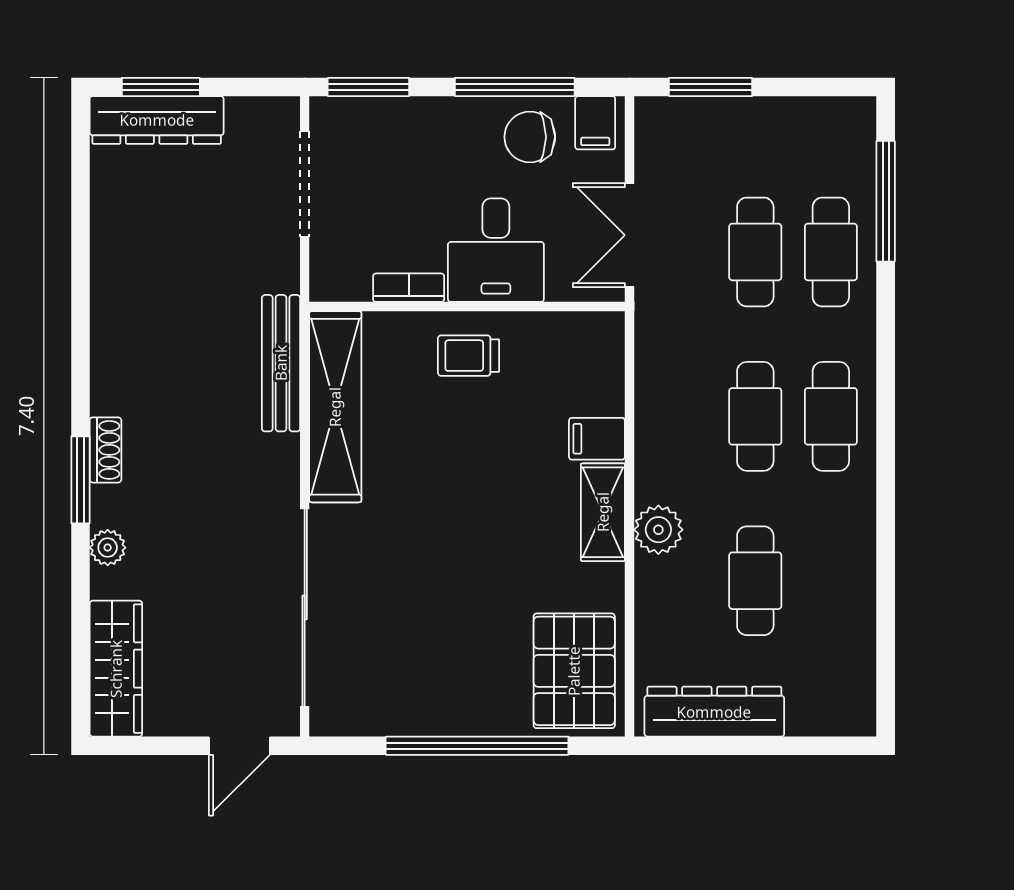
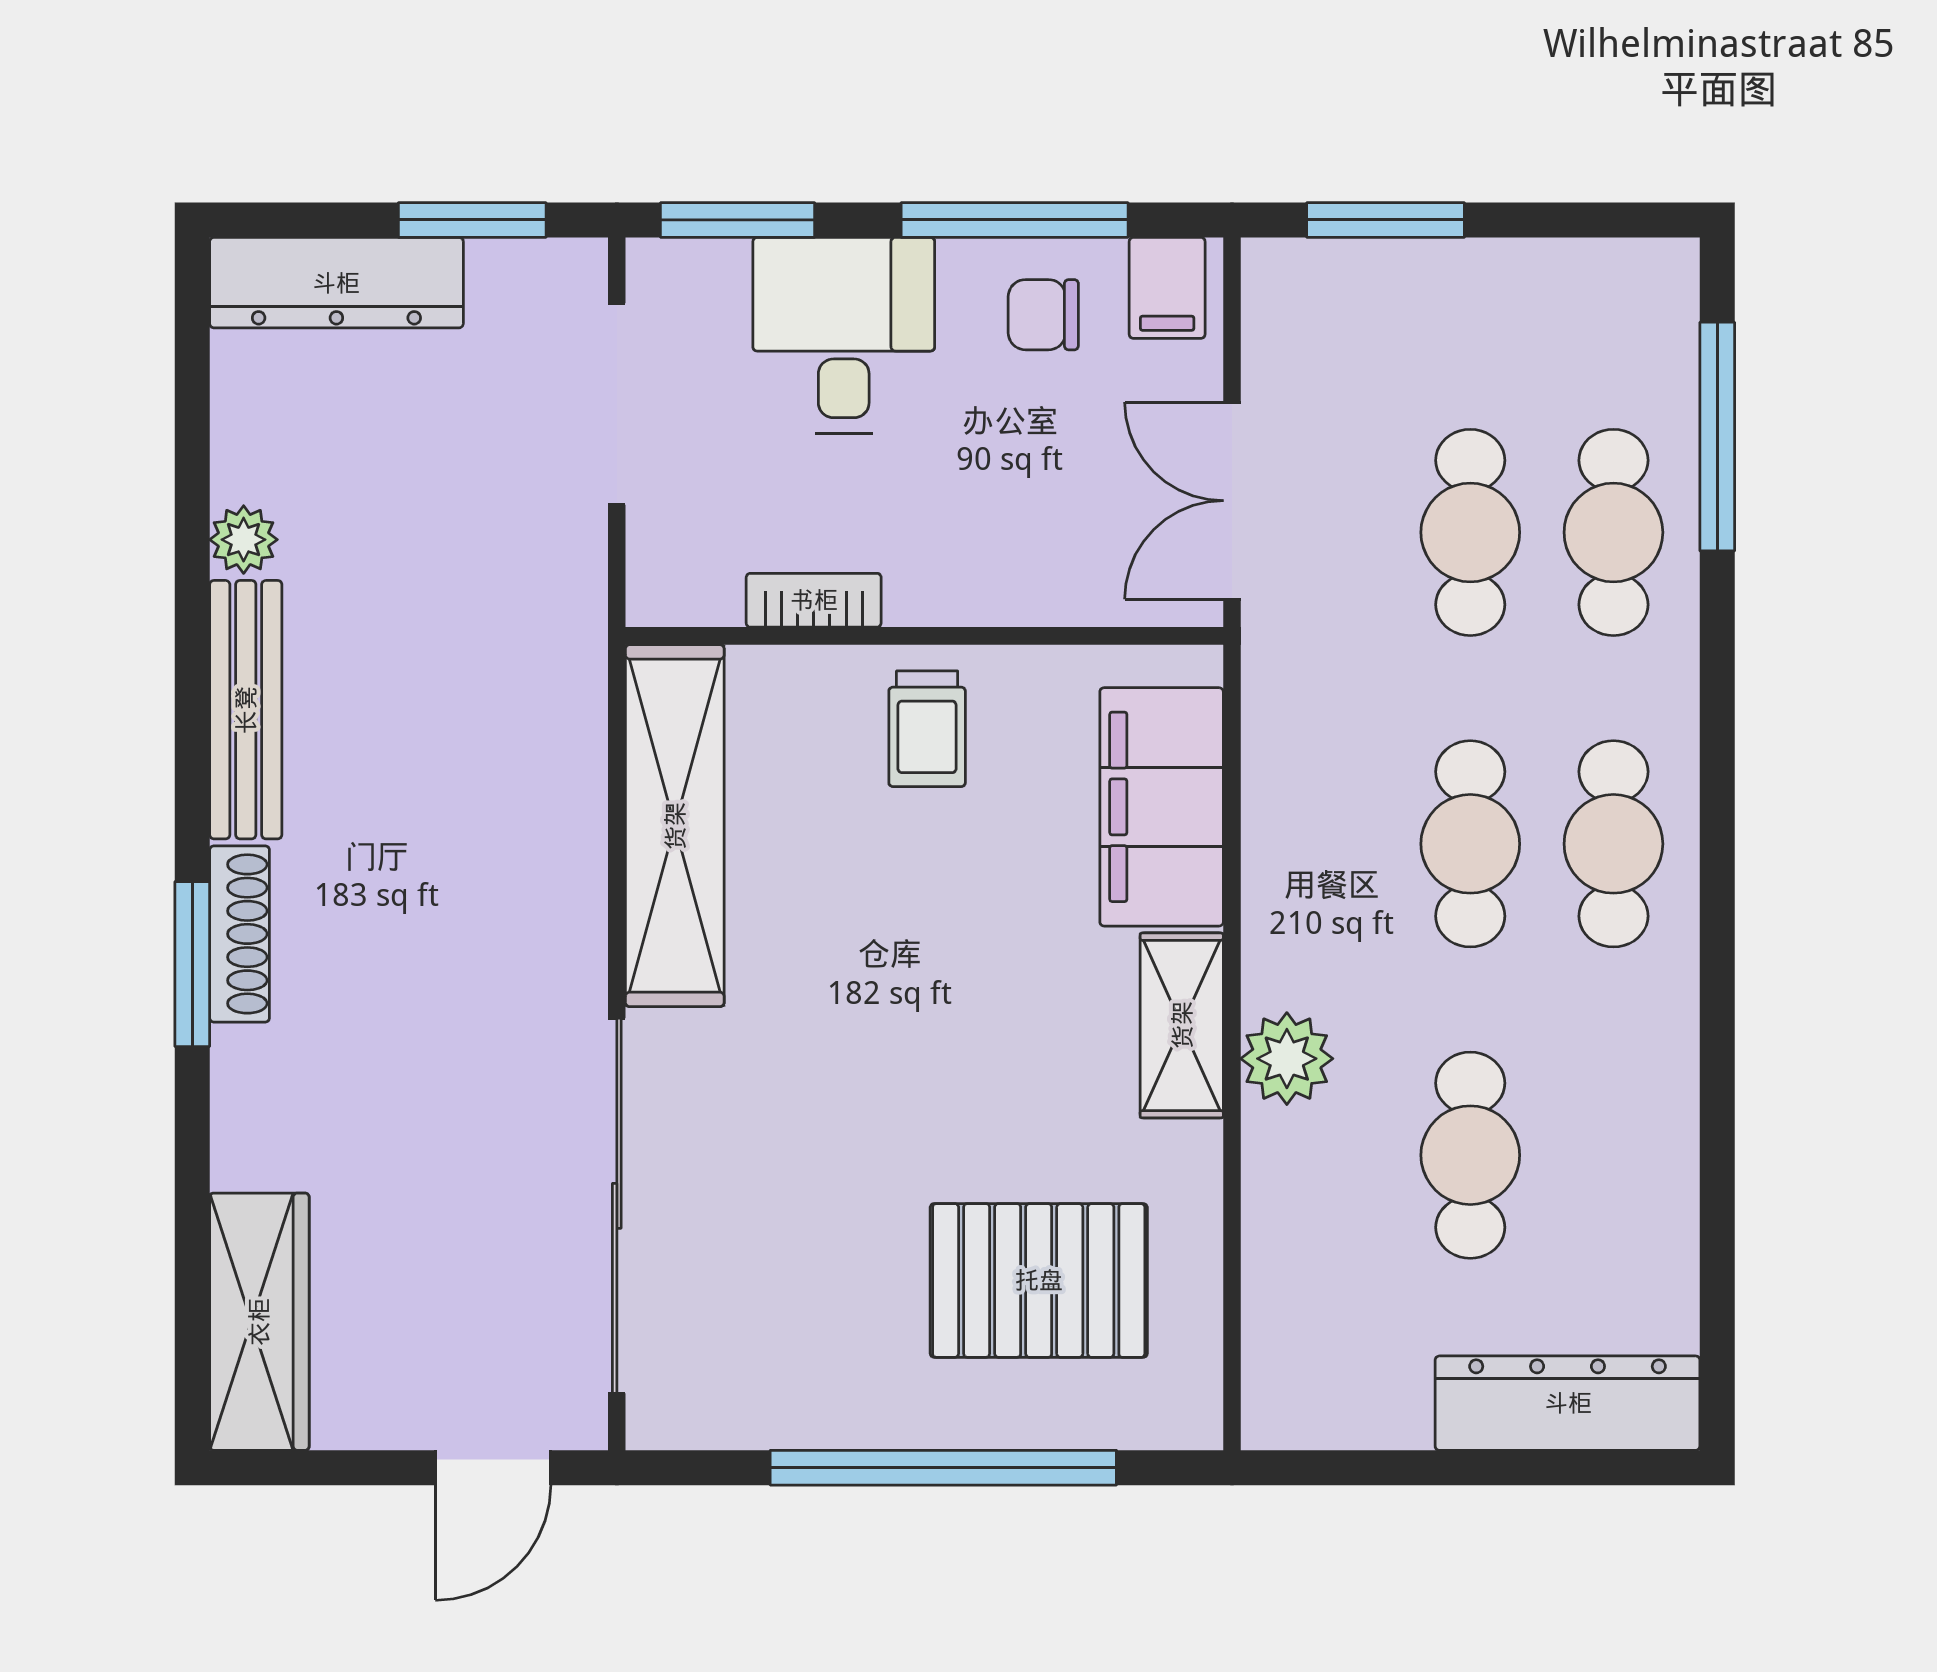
window: (161, 87) -> (472, 220), moved
chair: (530, 137) -> (1043, 315), width x0.73, depth x0.73
desk: (496, 250) -> (844, 335), moved, turned 180
trolley: (468, 356) -> (927, 729), turned -90
bench: (281, 363) -> (246, 710), moved
filing cabinet: (597, 439) -> (1162, 807), width x3.00, depth x1.17
shoe rack: (105, 450) -> (240, 934), width x1.43
plant: (108, 548) -> (244, 540), moved
pallet: (574, 671) -> (1039, 1280), moved, turned 90
dresser: (714, 712) -> (1568, 1403), moved

